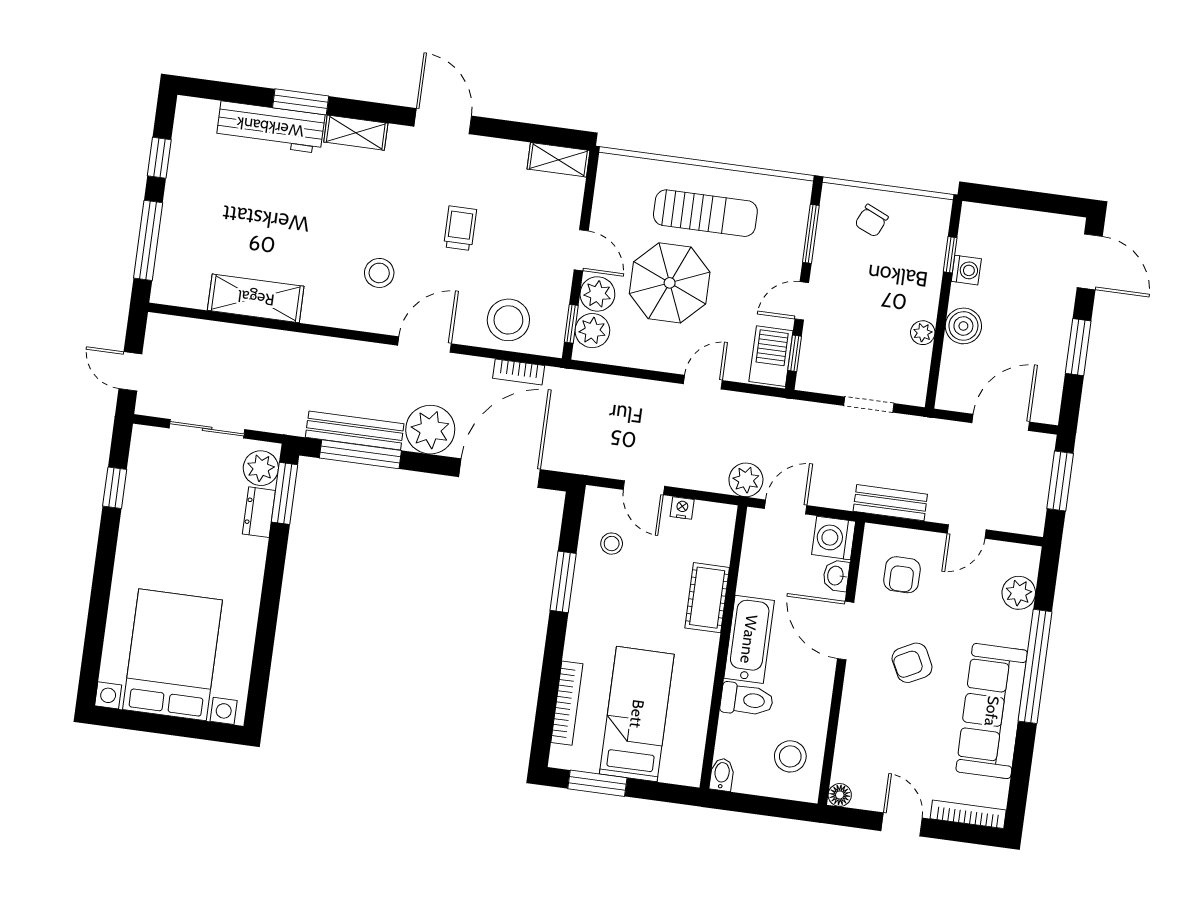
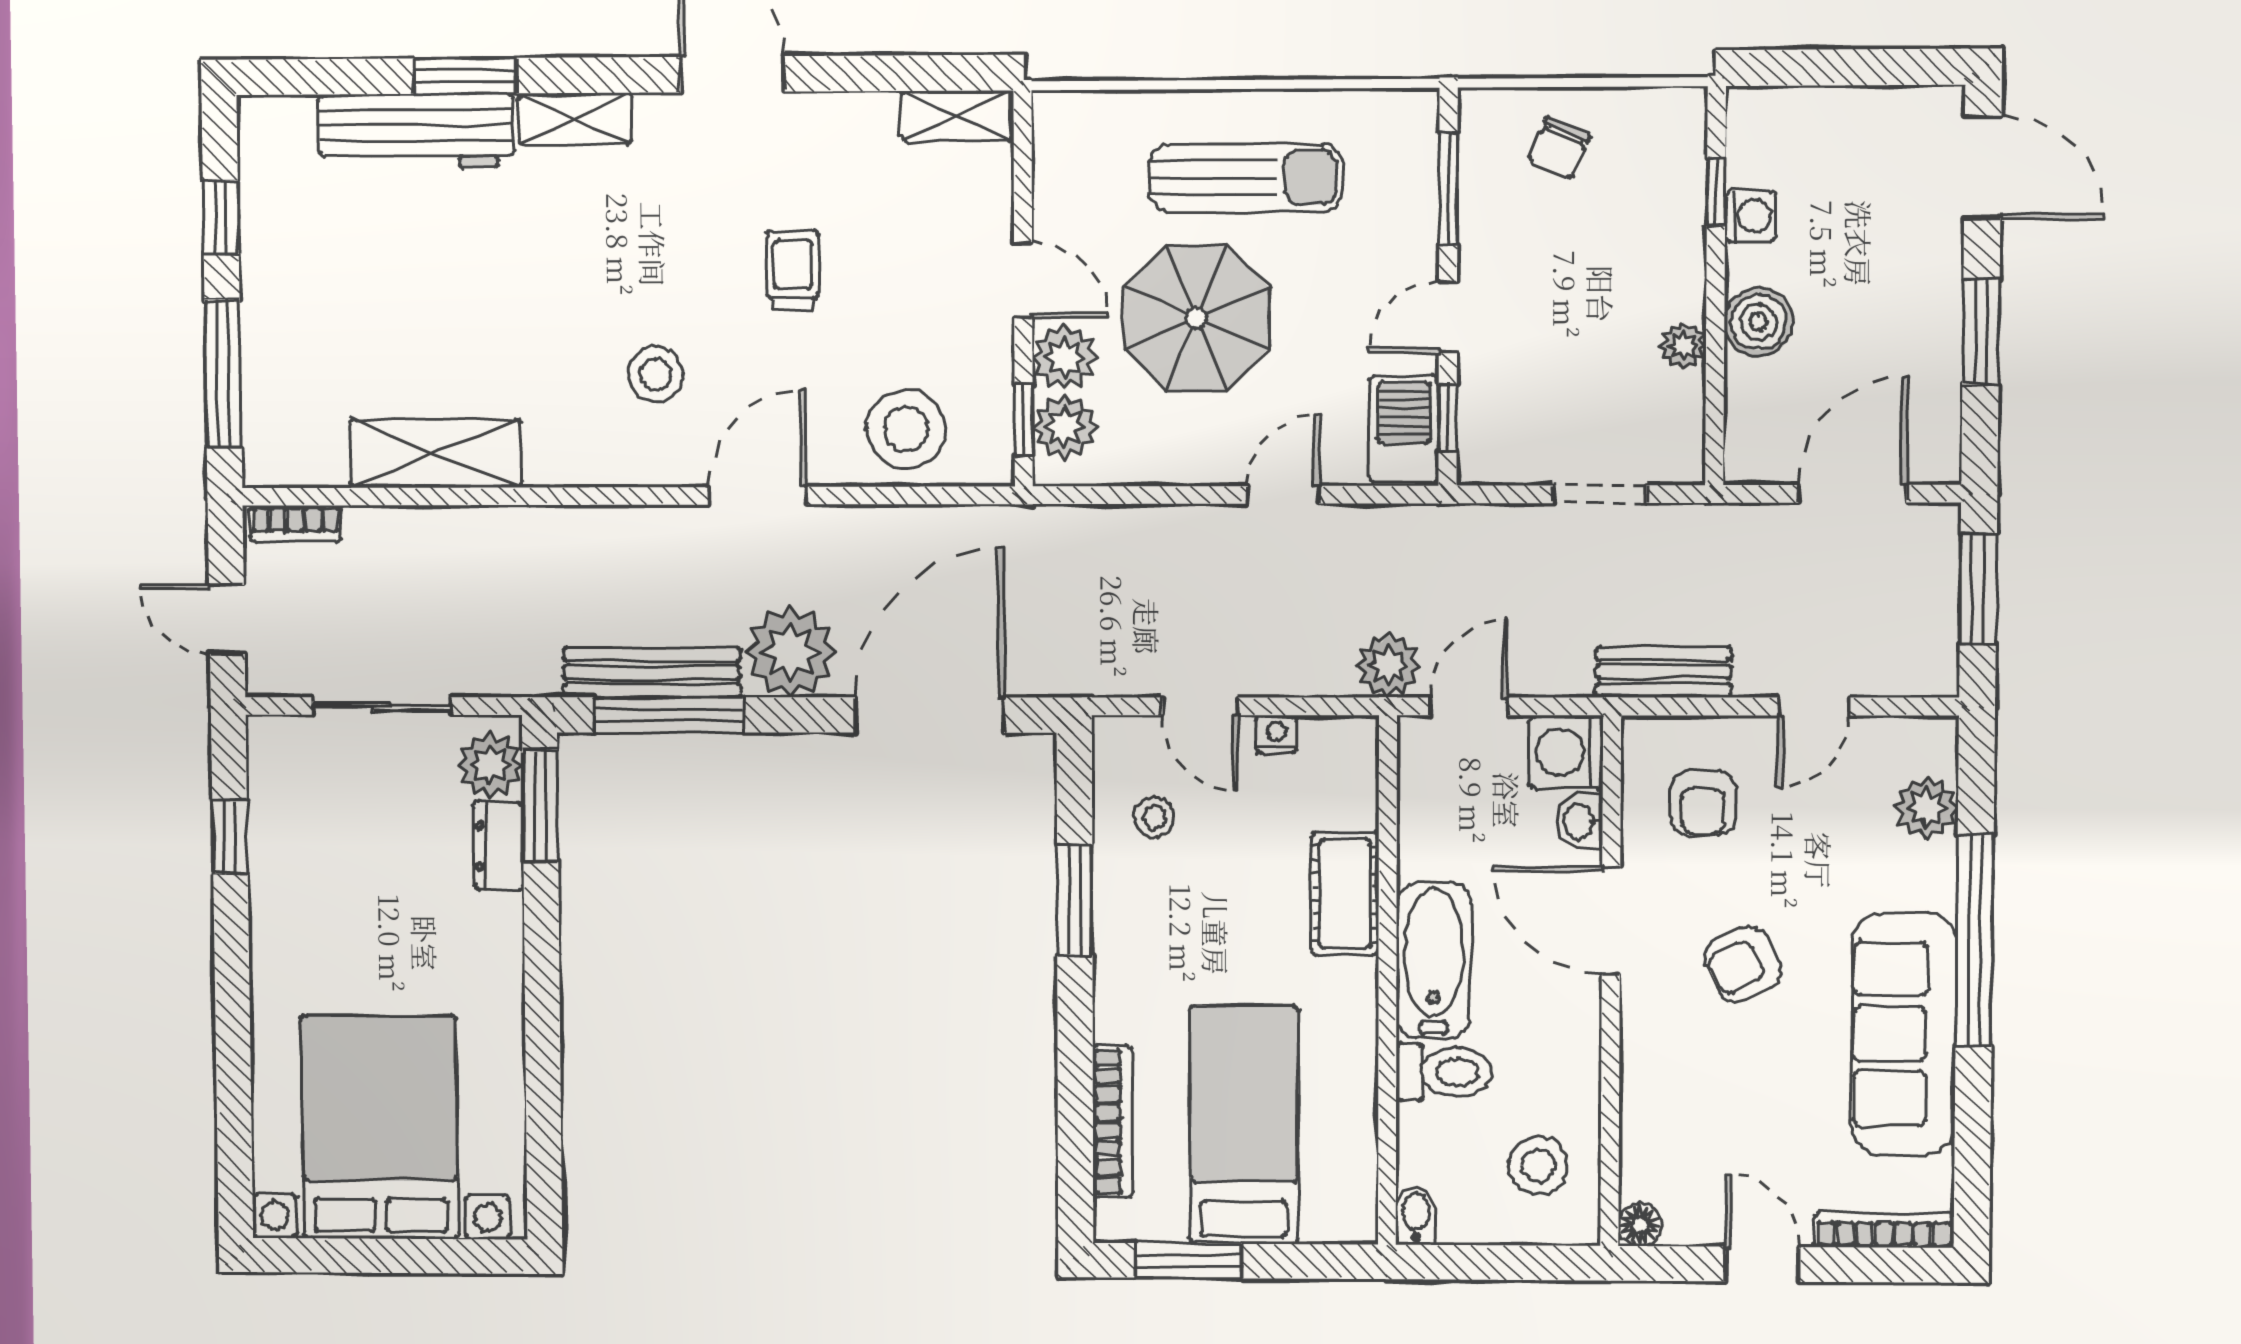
bookcase: (519, 372) -> (296, 524), moved

